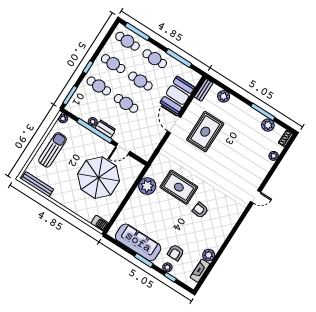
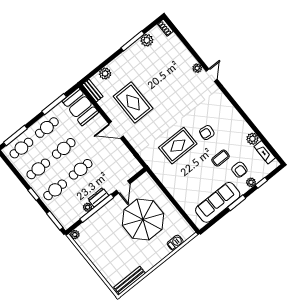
booth: (177, 95) -> (80, 107), moved
sun lounger: (53, 150) -> (102, 255), removed
plant: (274, 156) -> (197, 68), moved
plant: (147, 186) -> (167, 176), removed
barbecue: (99, 223) -> (175, 243), moved
coffee table: (180, 231) -> (220, 158), added

